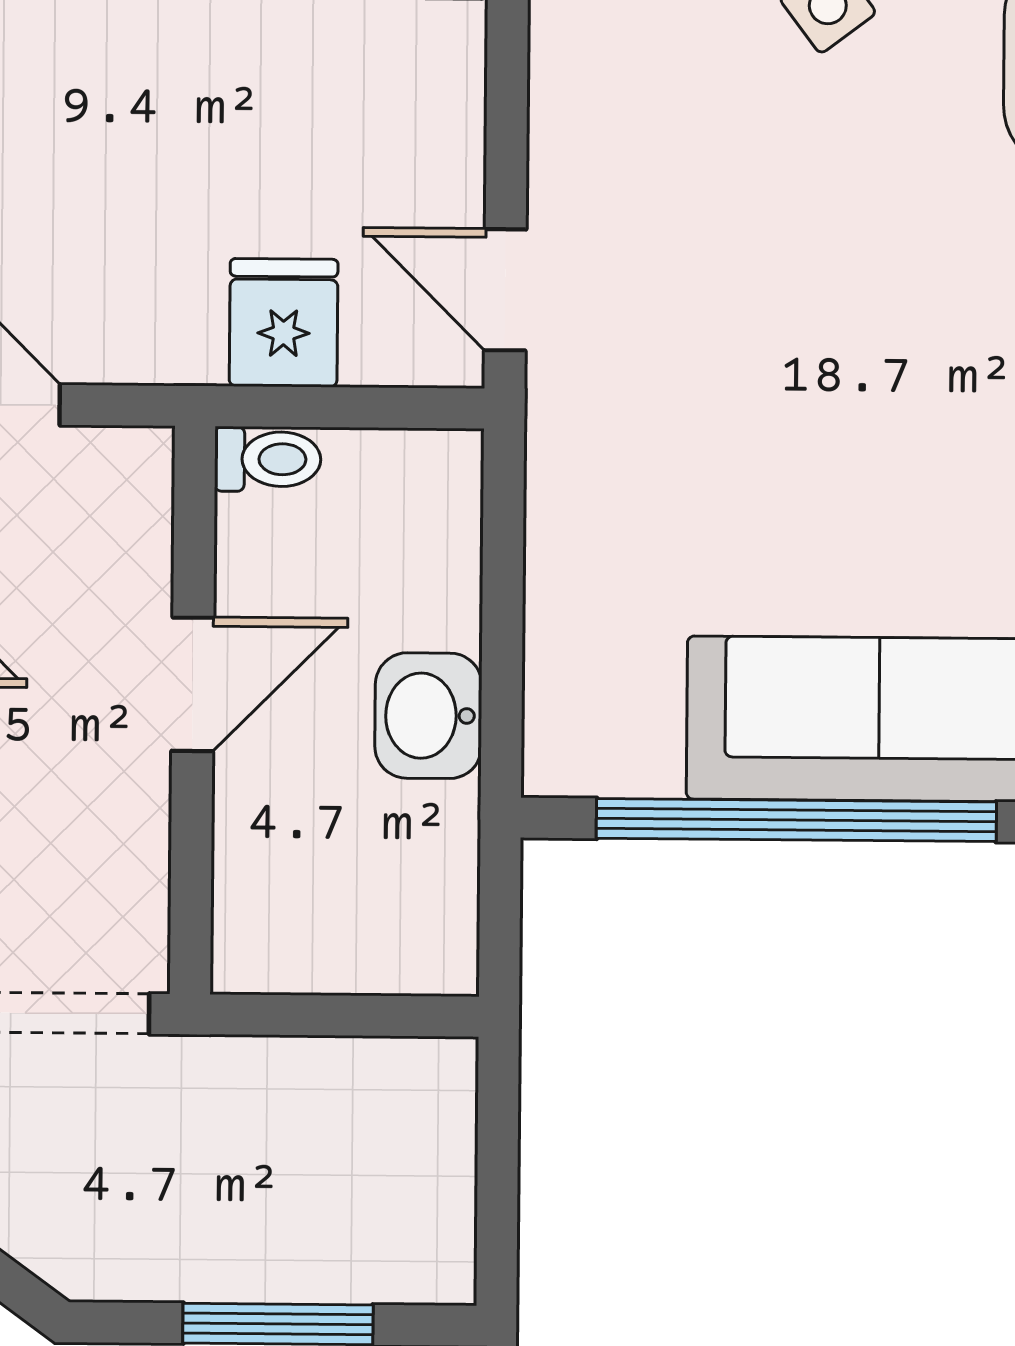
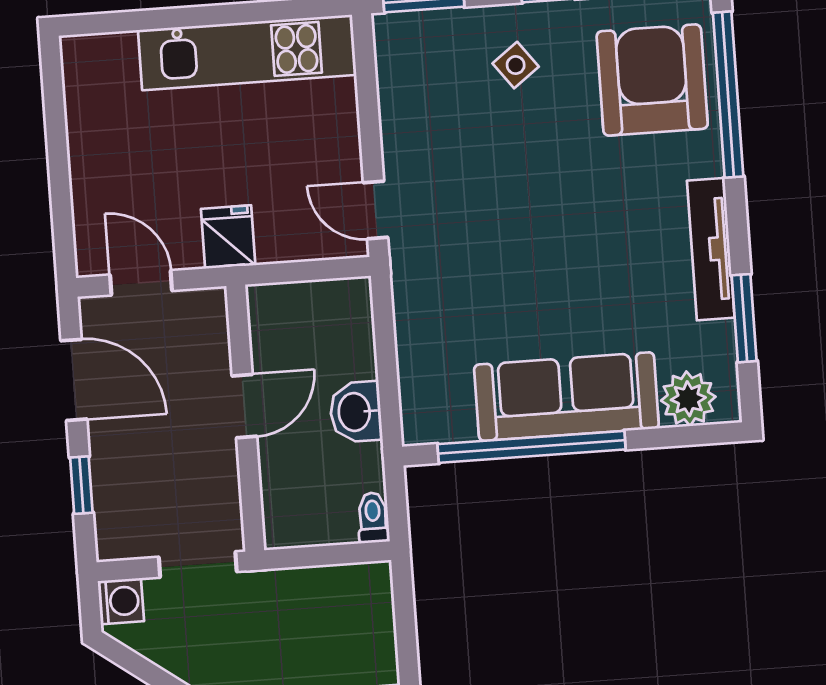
fridge: (284, 323) -> (228, 237), moved
toilet: (268, 459) -> (373, 518), moved, turned -90

